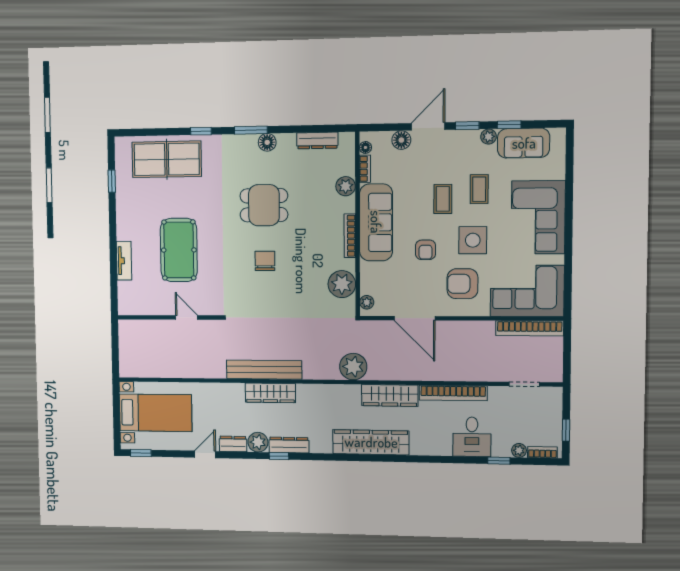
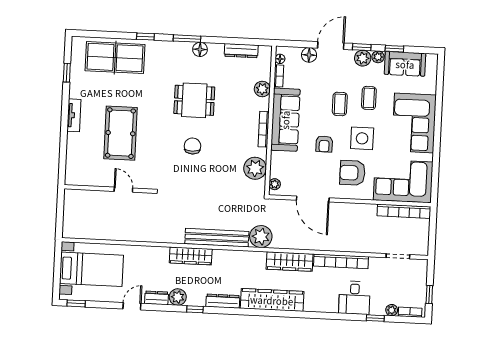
plant: (469, 140) -> (363, 58), added
tv unit: (124, 261) -> (74, 115), moved
bench: (264, 370) -> (217, 238), moved
dresser: (289, 445) -> (223, 301), moved

